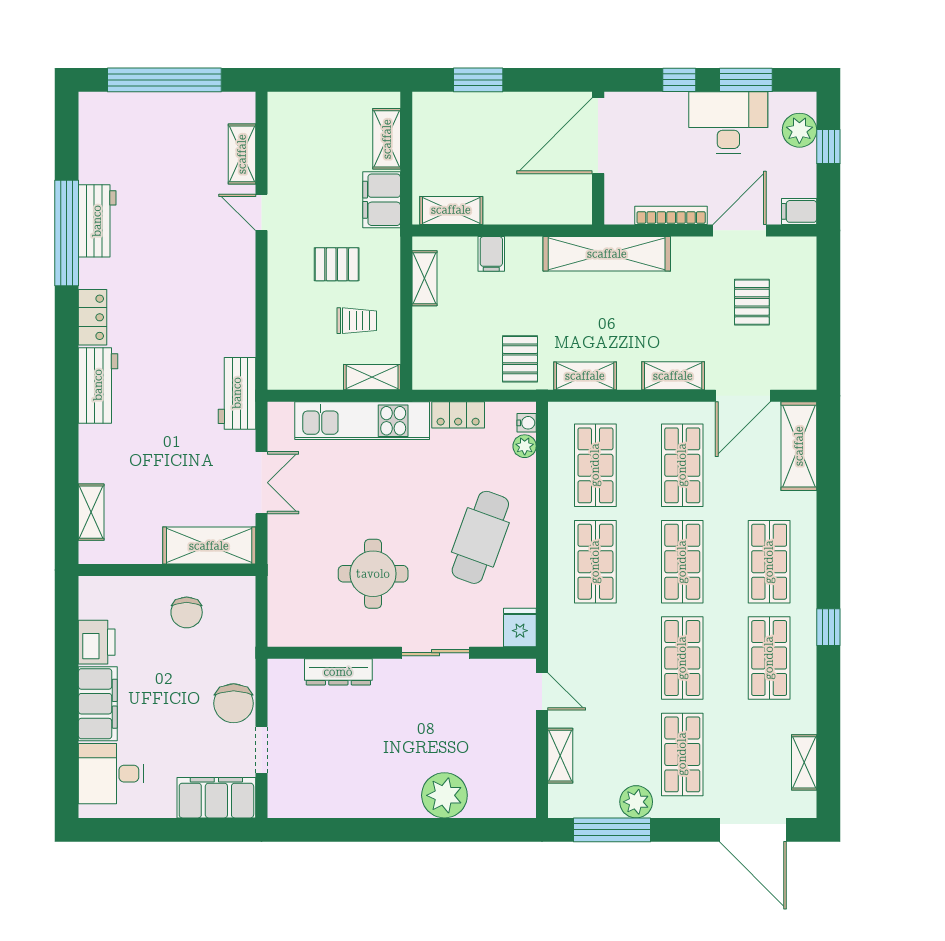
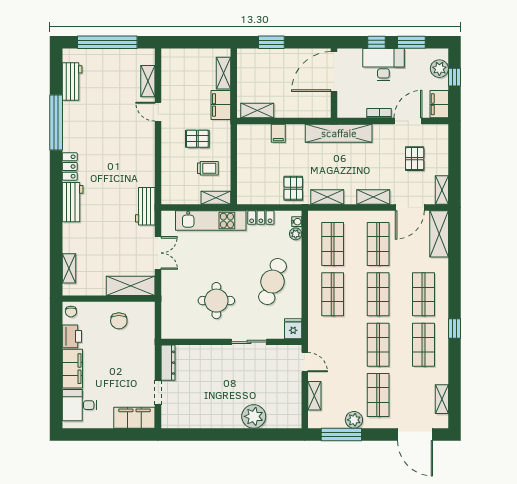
desk: (728, 123) -> (383, 65), moved
filing cabinet: (799, 211) -> (439, 104), width x2.00
bookcase: (671, 215) -> (379, 113), width x0.64
workbench: (97, 221) -> (72, 81), moved
shelving: (425, 278) -> (442, 190), moved
dresser: (338, 672) -> (168, 363), moved, turned -90
chair: (234, 703) -> (71, 312), moved, width x0.54, depth x0.54

